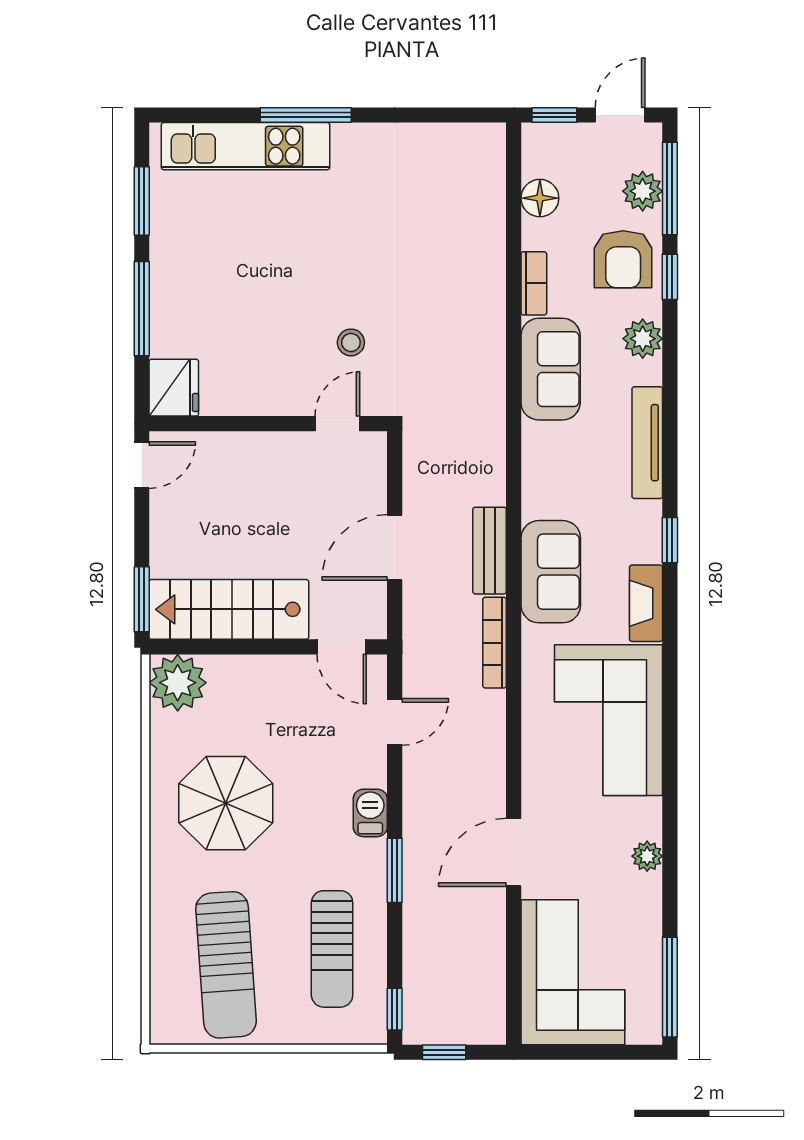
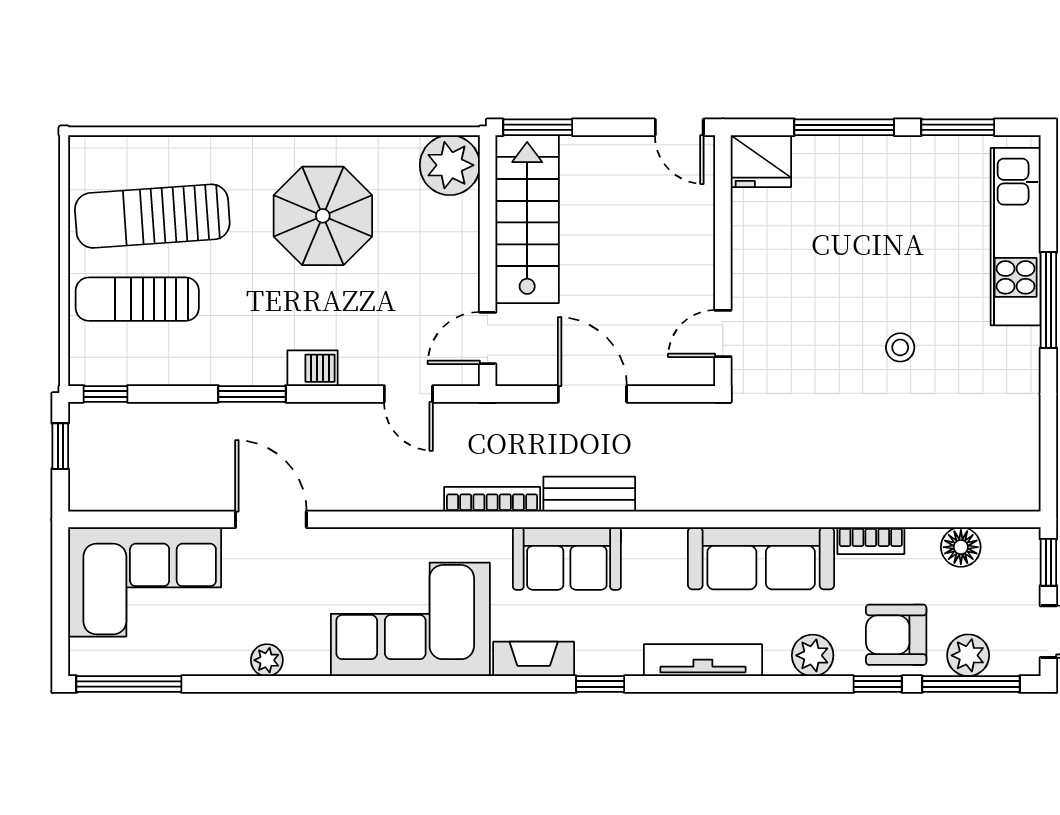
stool: (351, 342) -> (900, 347), moved
sofa: (551, 369) -> (761, 558), width x1.36
door: (337, 424) -> (723, 333), swing flipped
sun lounger: (332, 949) -> (137, 299), moved

